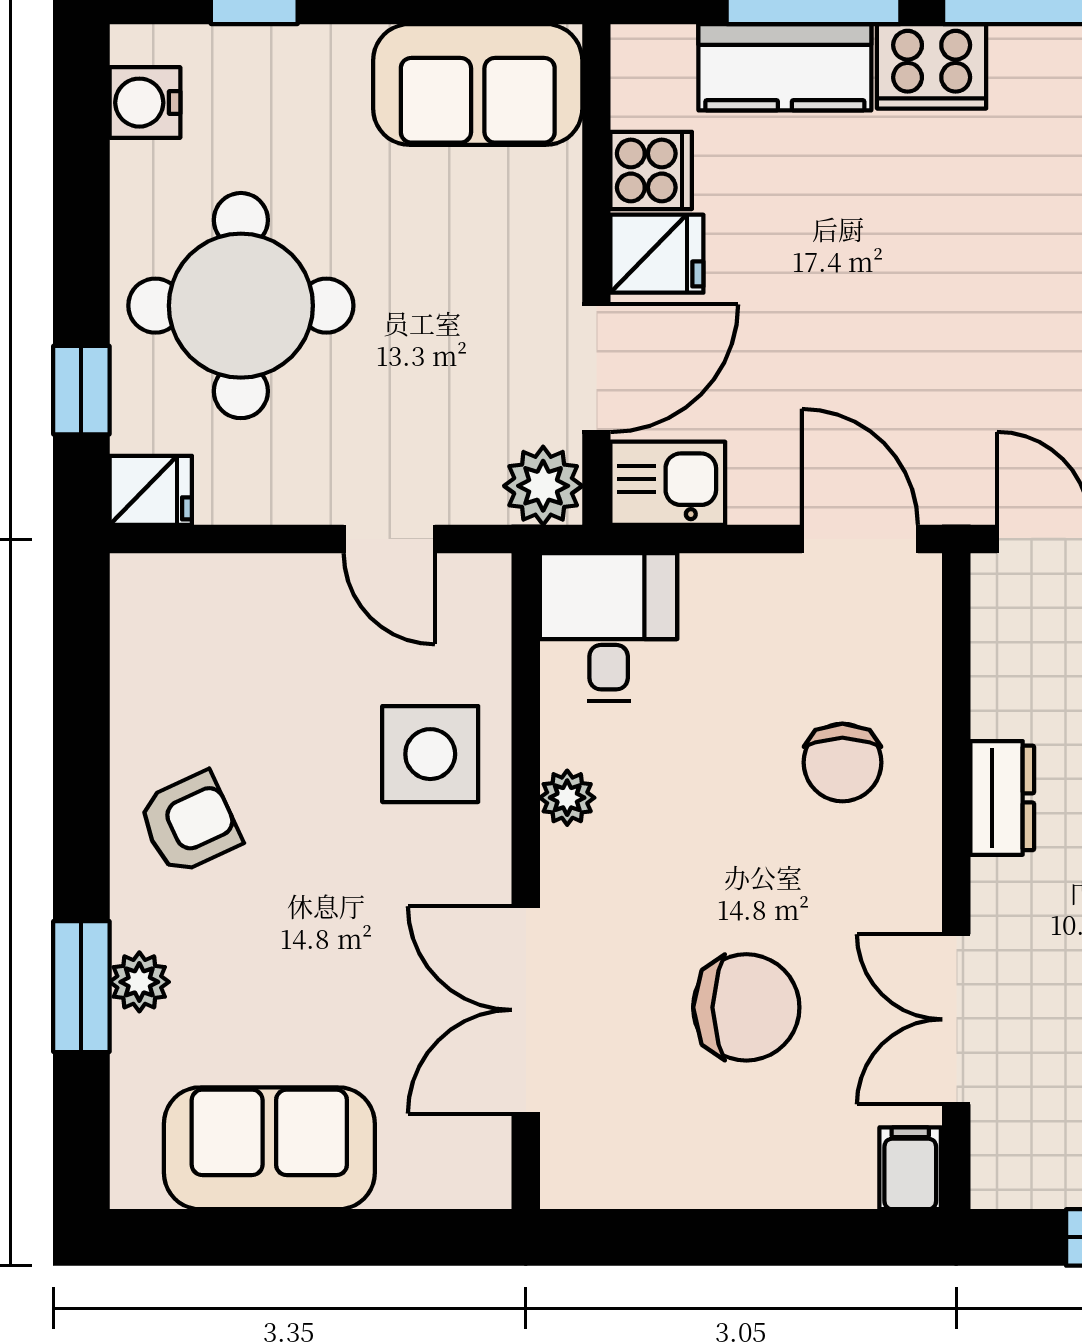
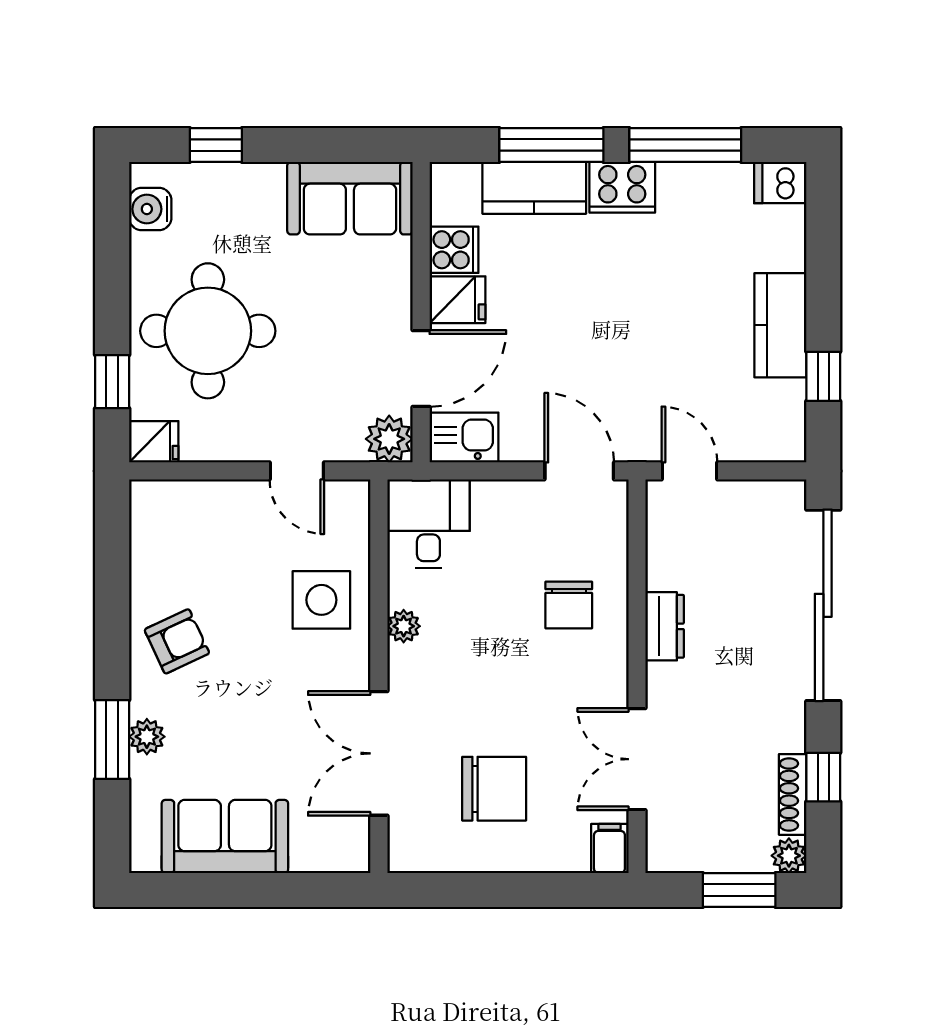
chair: (746, 1007) -> (494, 789), moved

